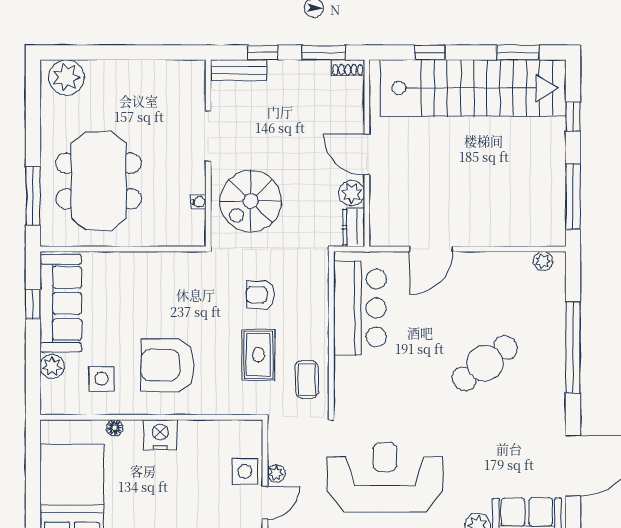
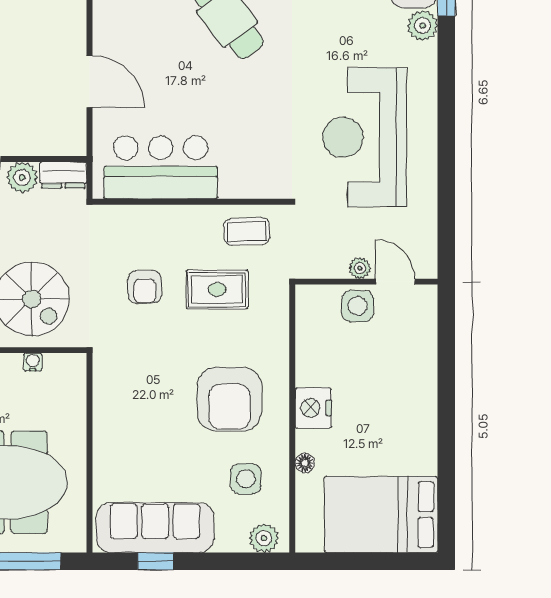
plant: (52, 366) -> (264, 538), moved

